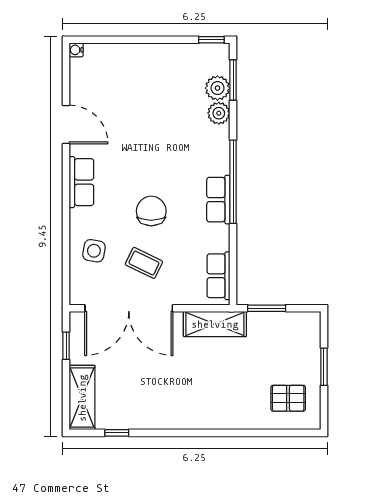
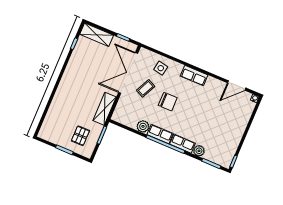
plant: (217, 88) -> (143, 126), moved
door: (66, 124) -> (237, 85), moved
row of seats: (218, 276) -> (182, 144), moved
pallet: (288, 398) -> (80, 136), moved

